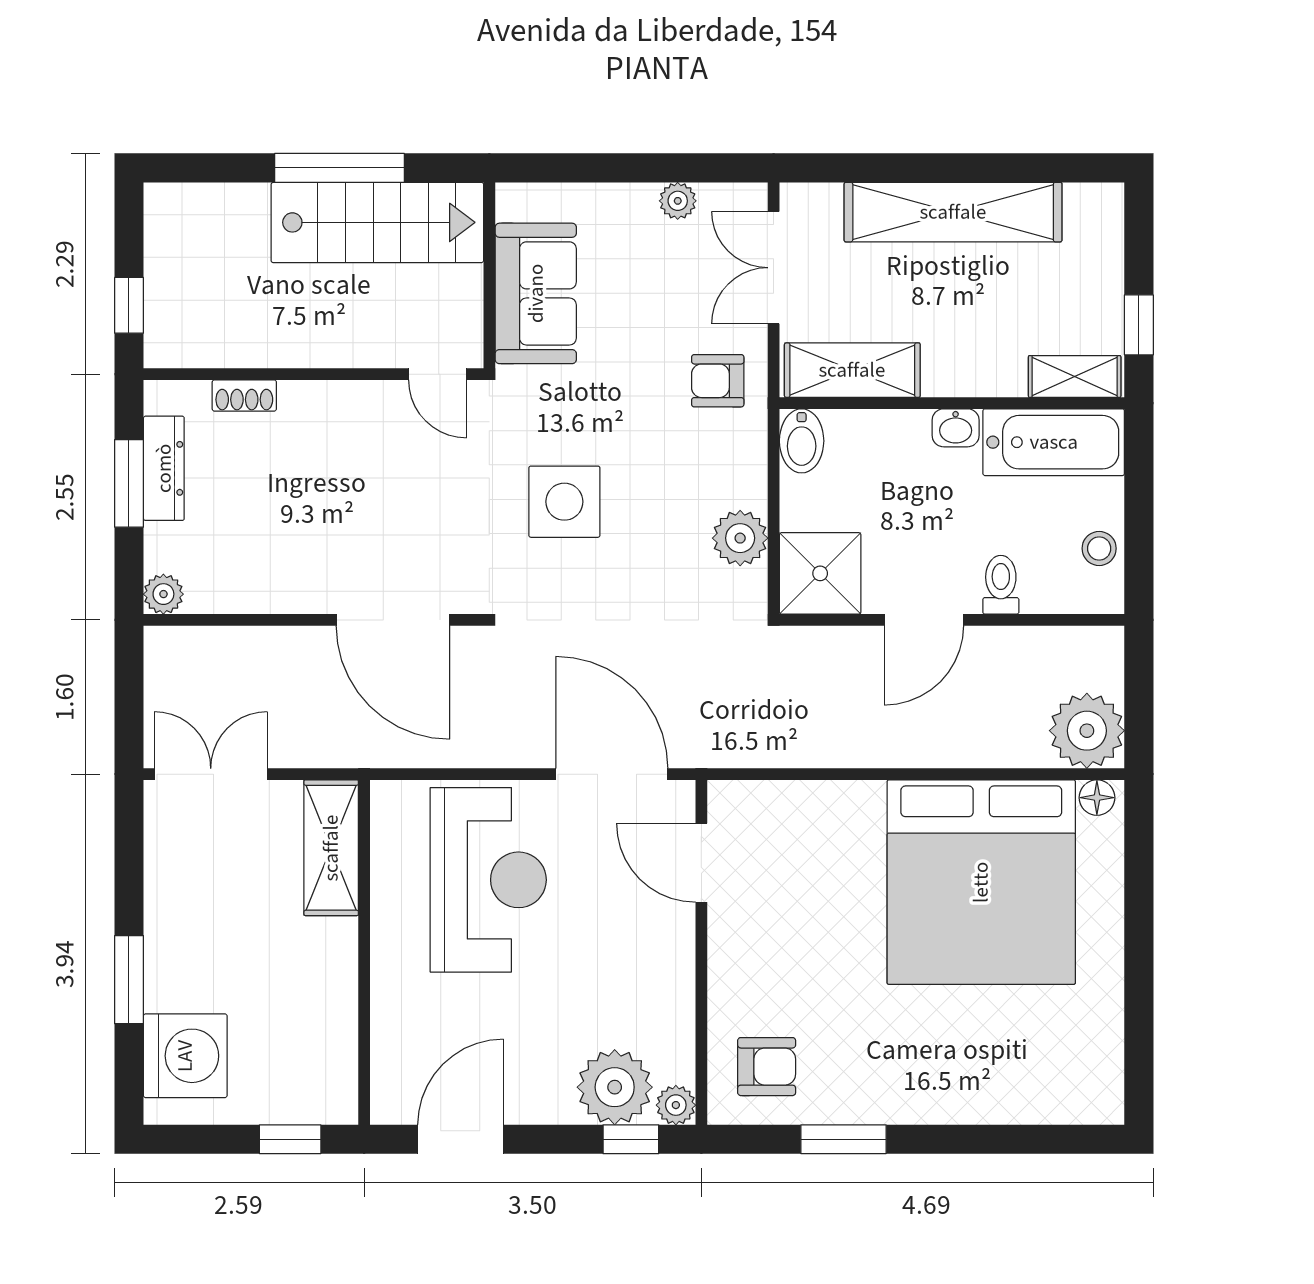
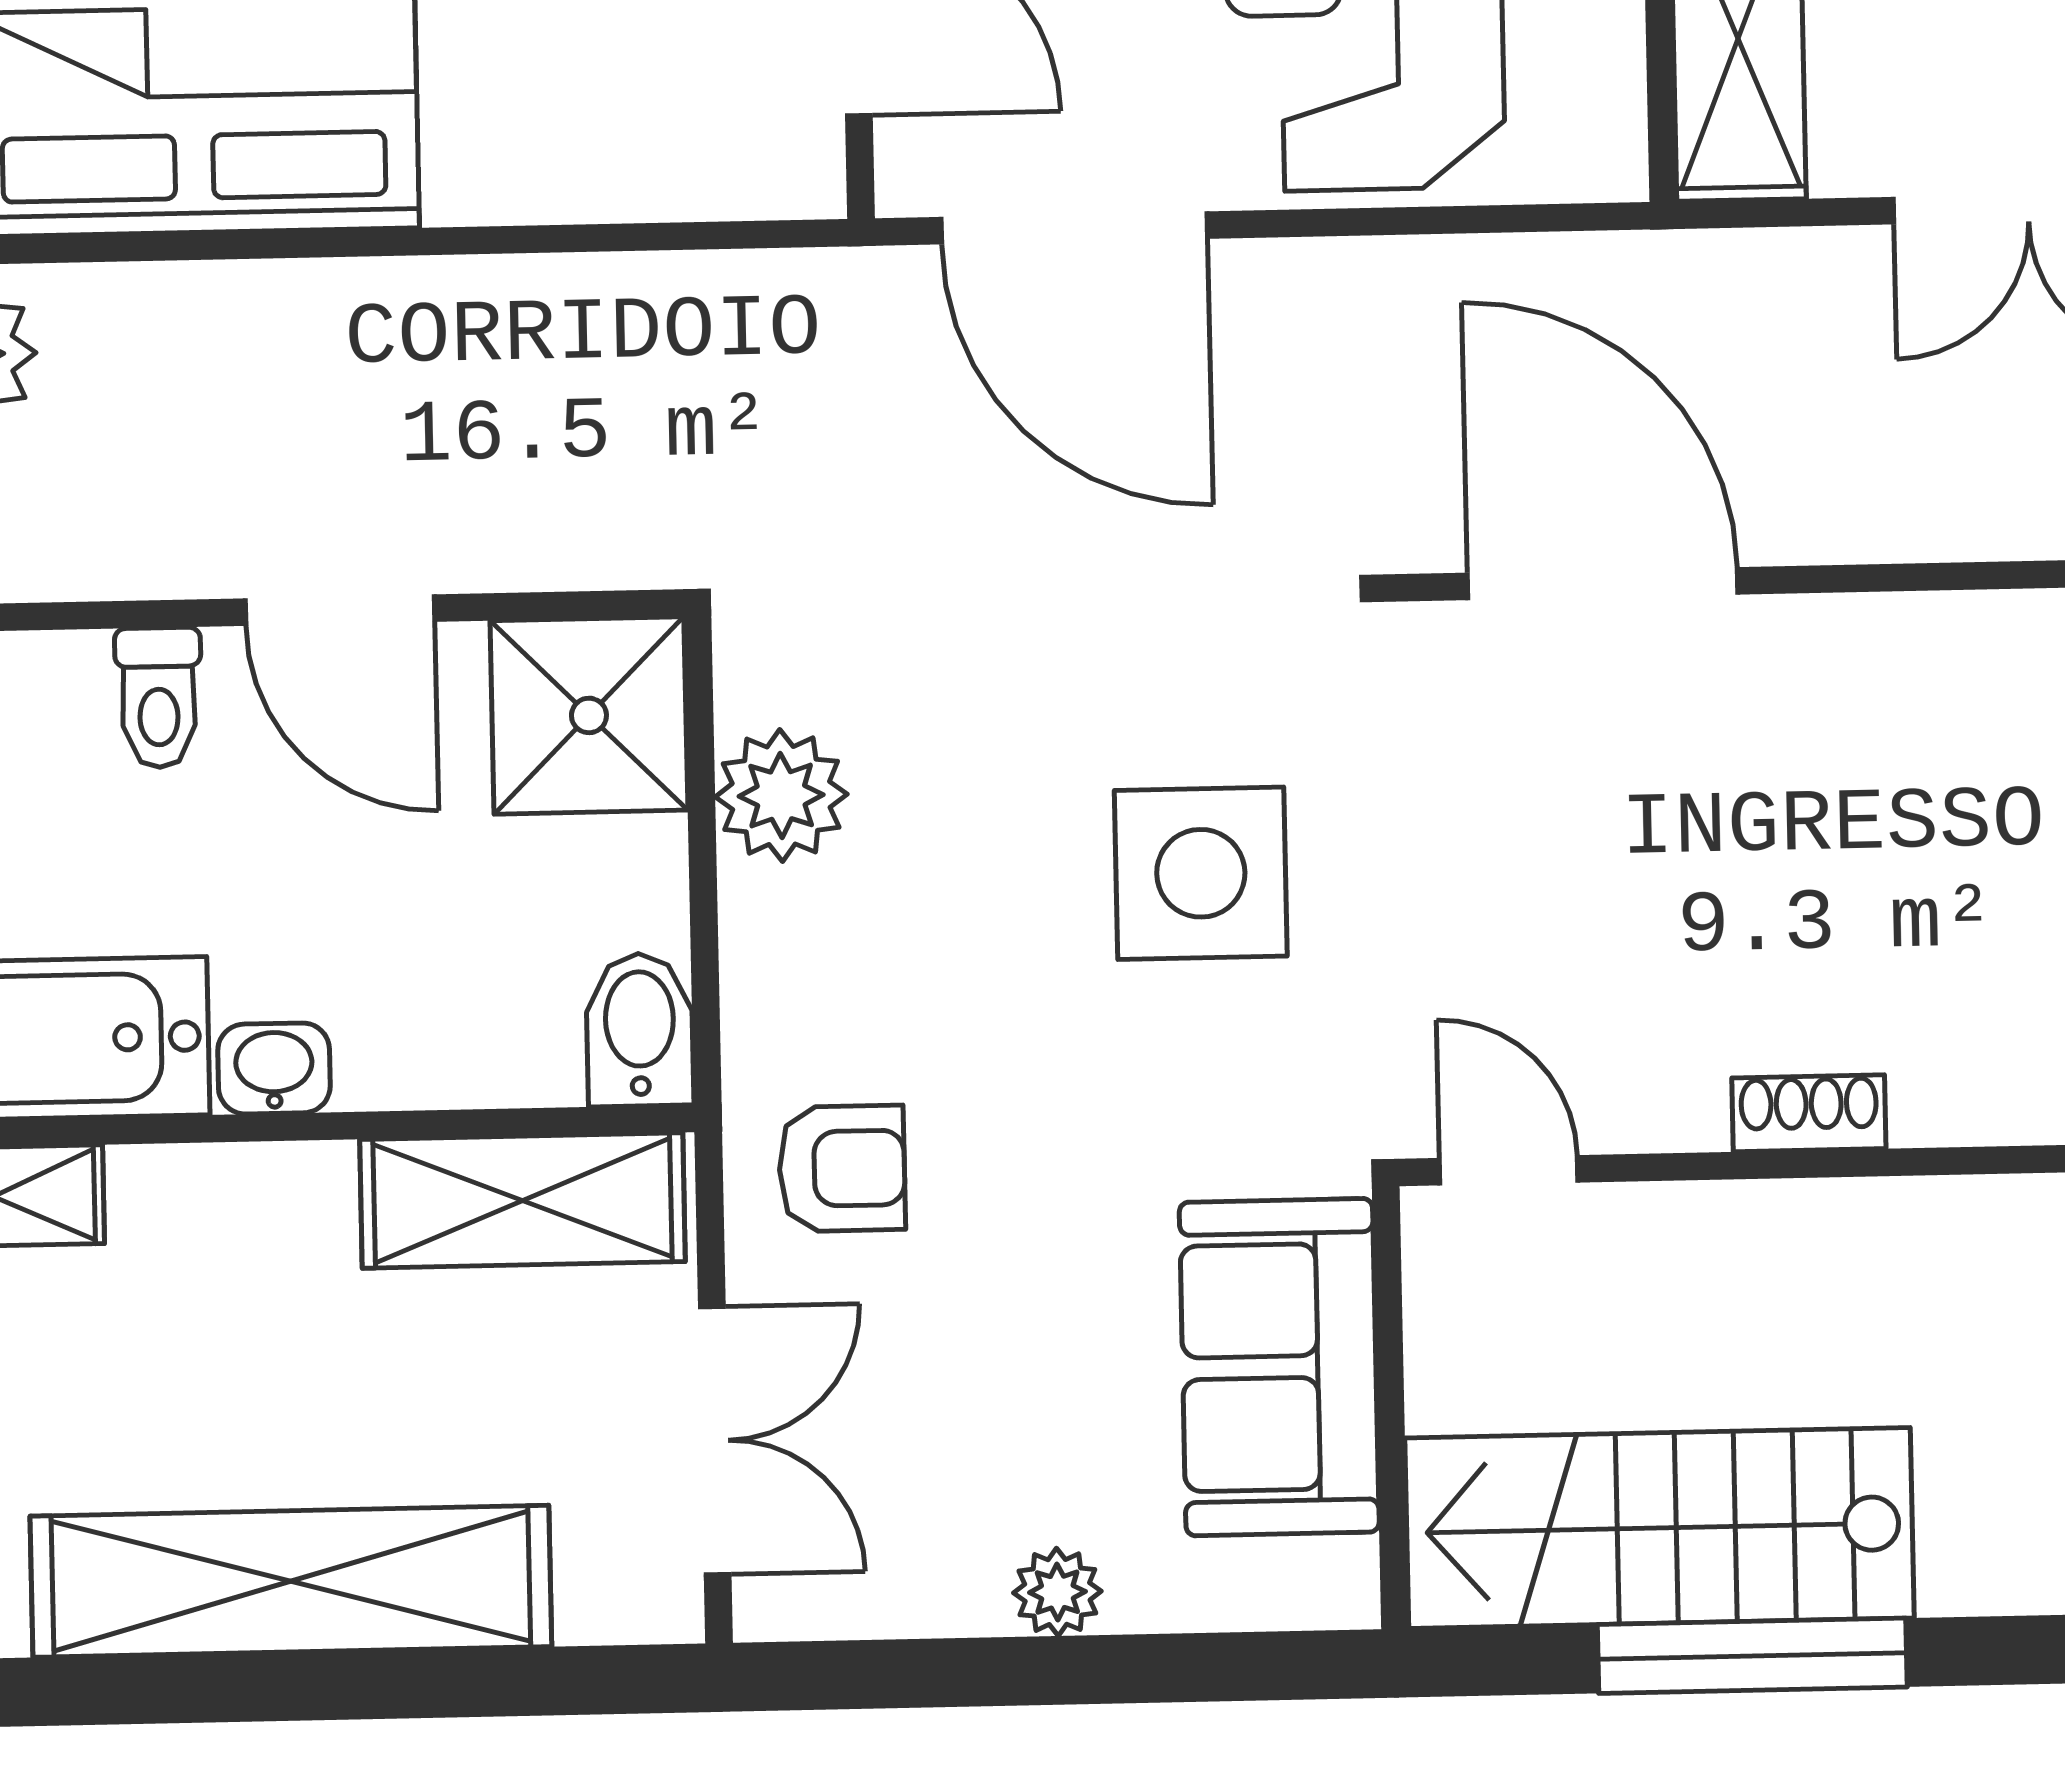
plant: (678, 201) -> (1057, 1592), moved
shoe rack: (244, 395) -> (1809, 1113), moved
door: (924, 620) -> (340, 610), swing flipped

